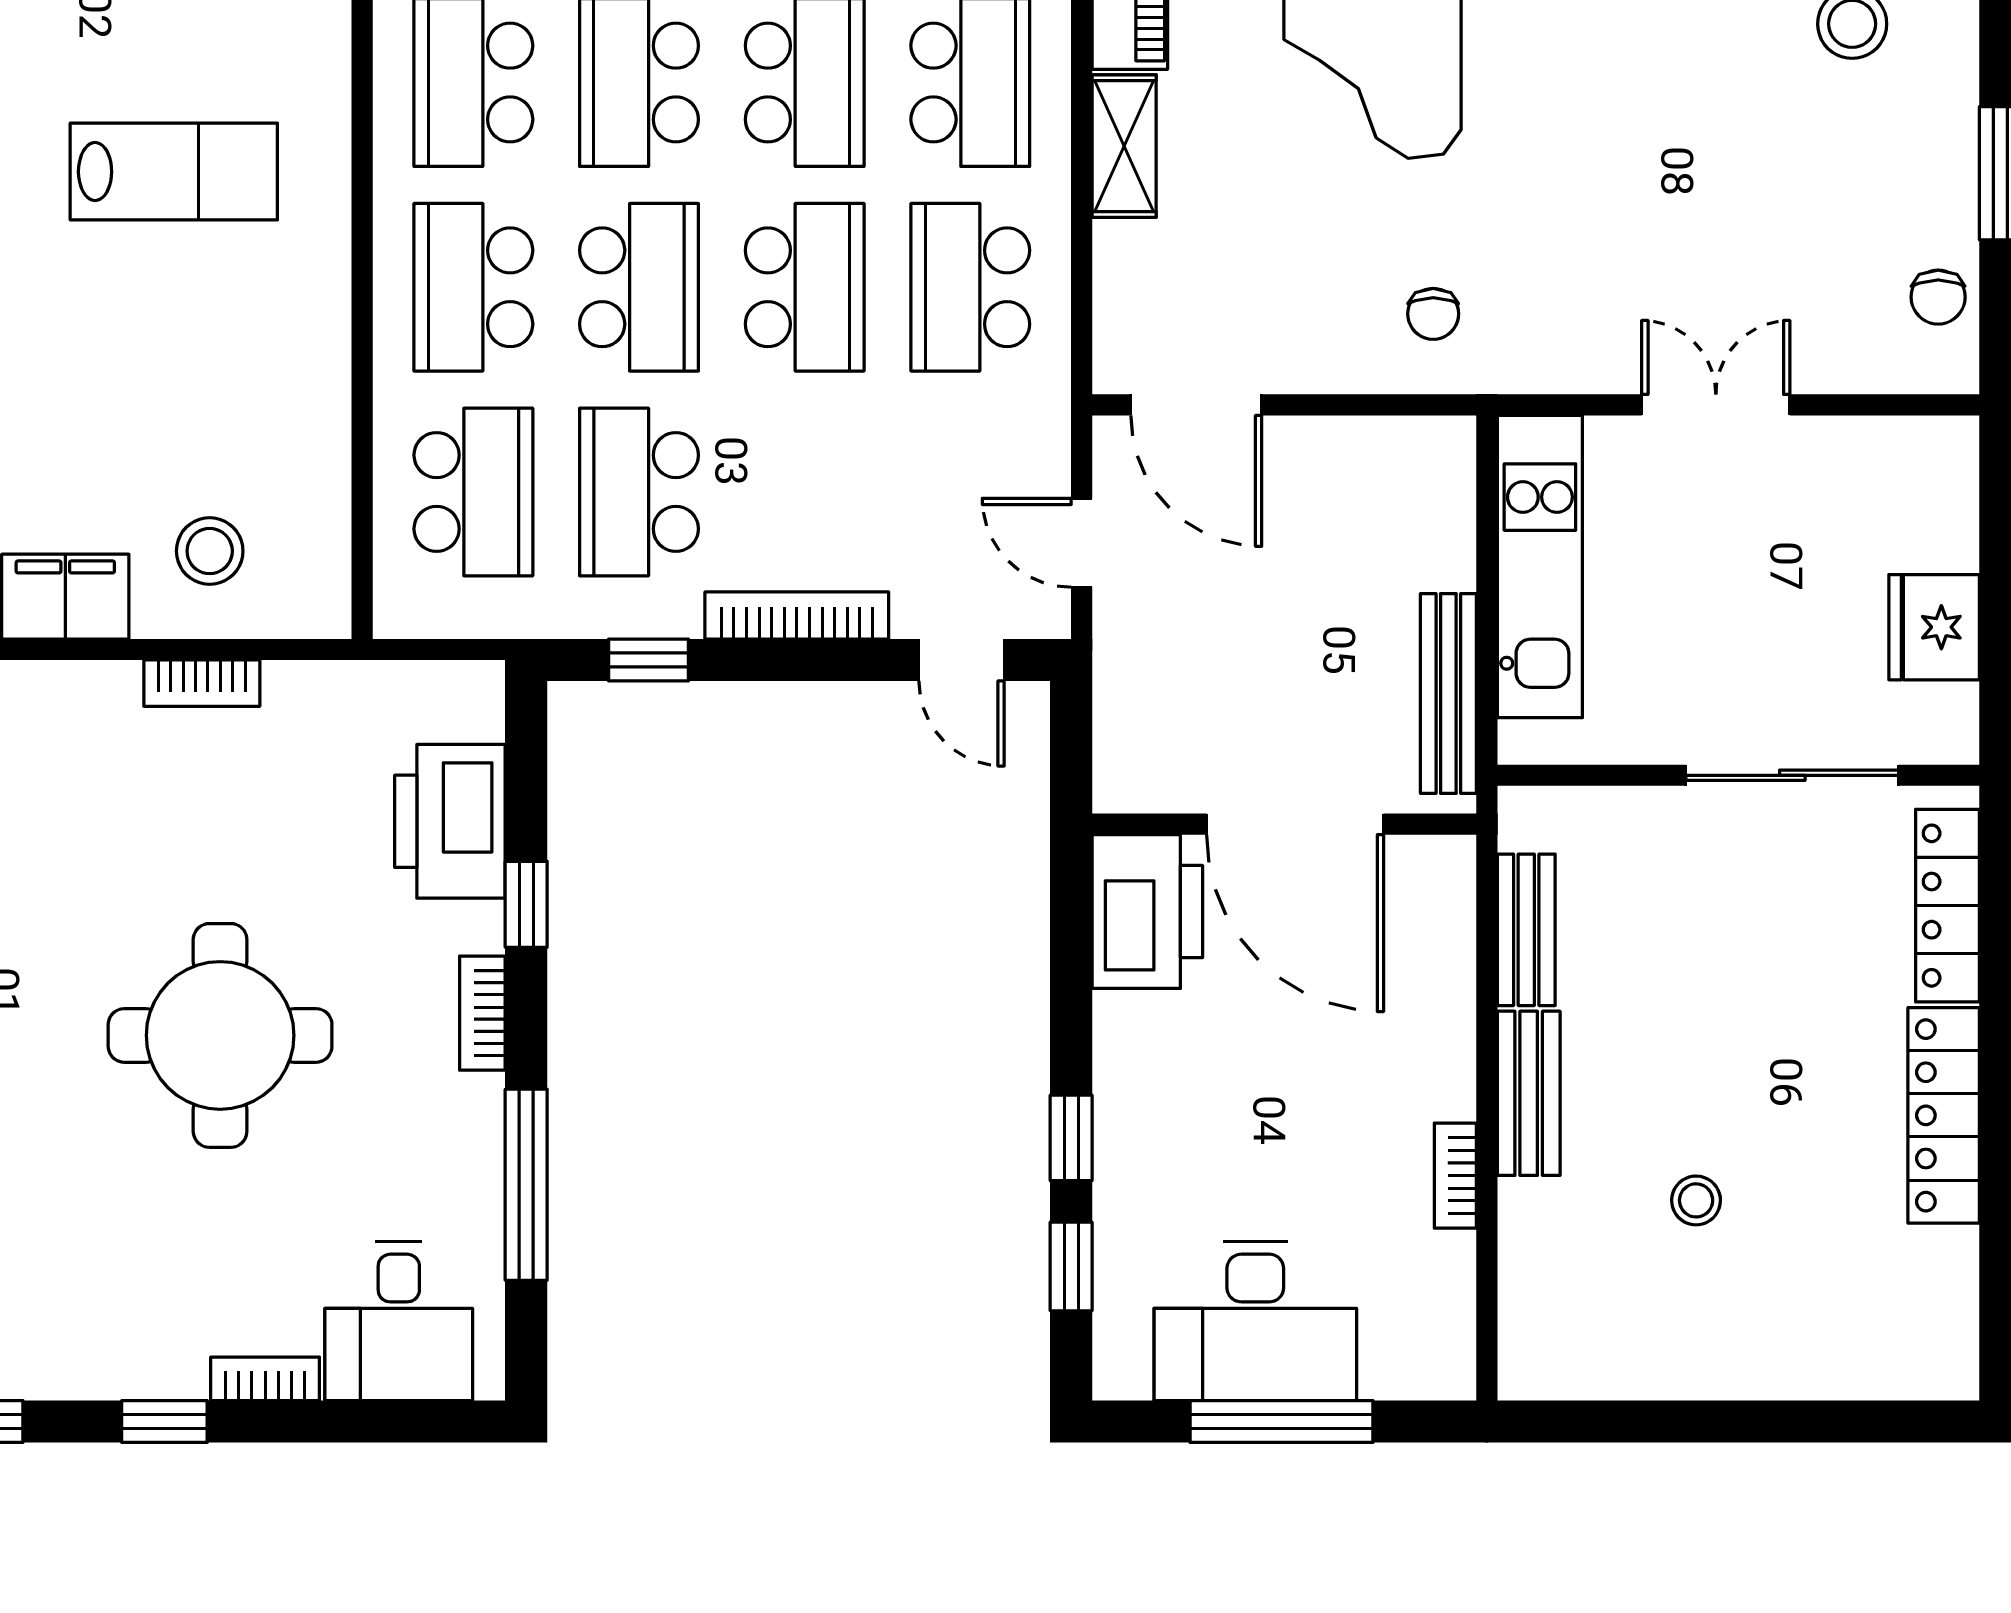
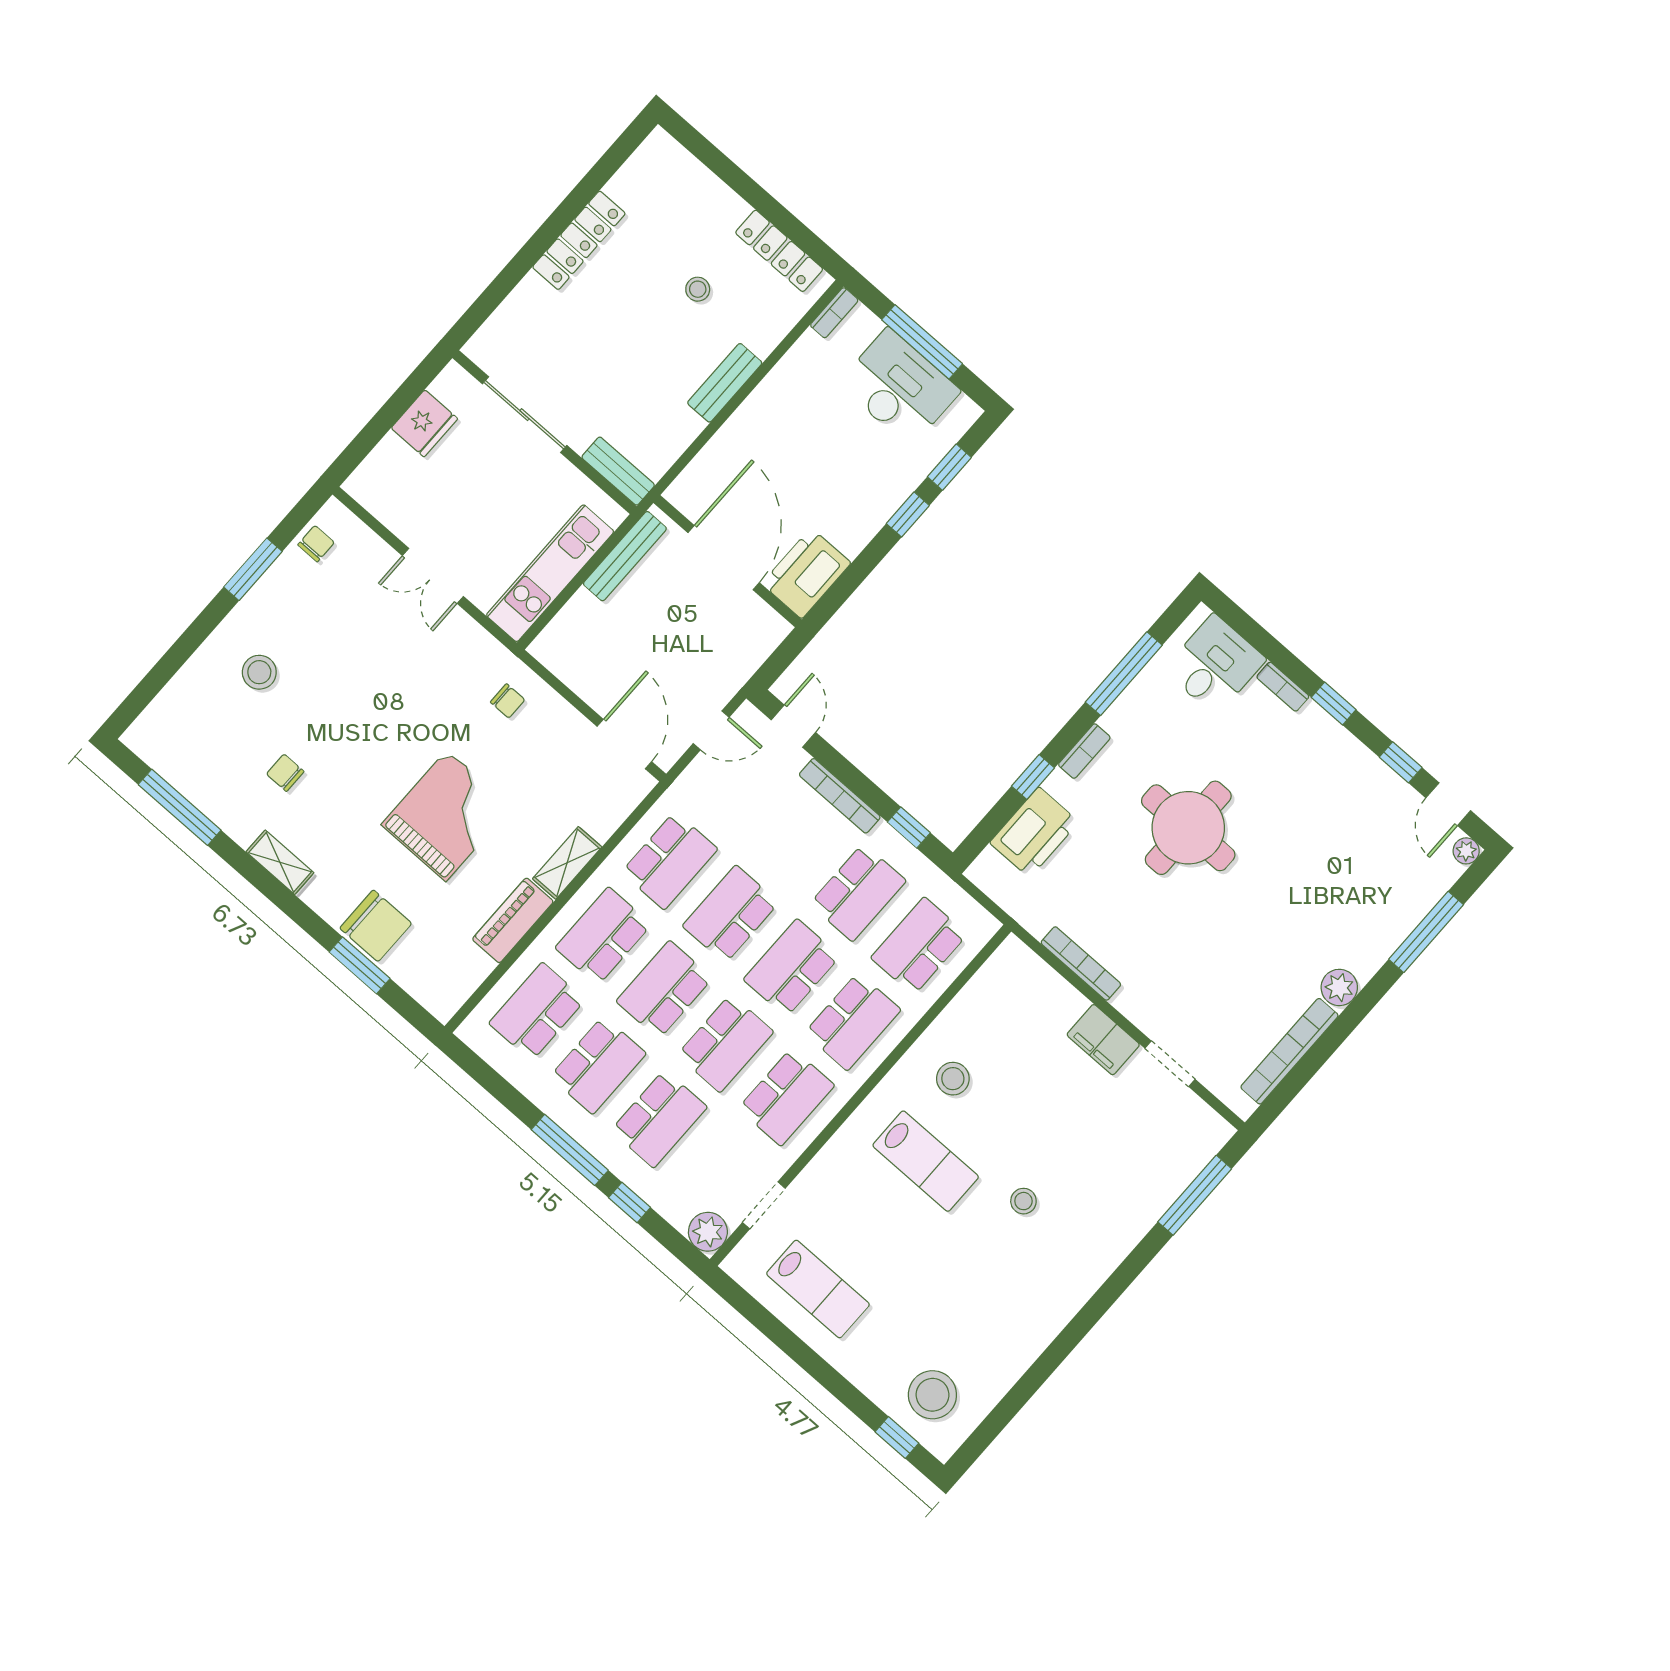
lab bench: (174, 172) -> (926, 1161), turned 180
chair: (1433, 314) -> (508, 701), turned 90
door: (1082, 543) -> (711, 730), hinge flipped
stool: (210, 551) -> (953, 1079), moved
bookcase: (202, 683) -> (1081, 964), width x1.56
locker: (1948, 906) -> (779, 251), moved, turned 90
bench: (1526, 930) -> (618, 471), moved, turned 90
bookcase: (1455, 1176) -> (834, 313), moved

